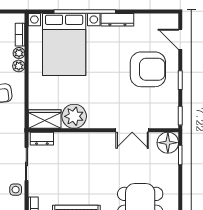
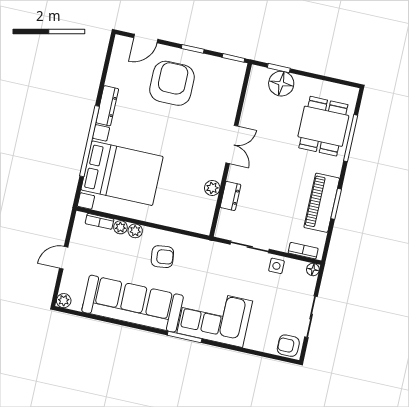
plant: (74, 116) -> (212, 188), width x0.53, depth x0.53
wardrobe: (45, 119) -> (203, 215), removed
double door: (132, 130) -> (232, 144), moved
dresser: (42, 139) -> (230, 196), moved
floor lamp: (168, 143) -> (281, 84), moved

